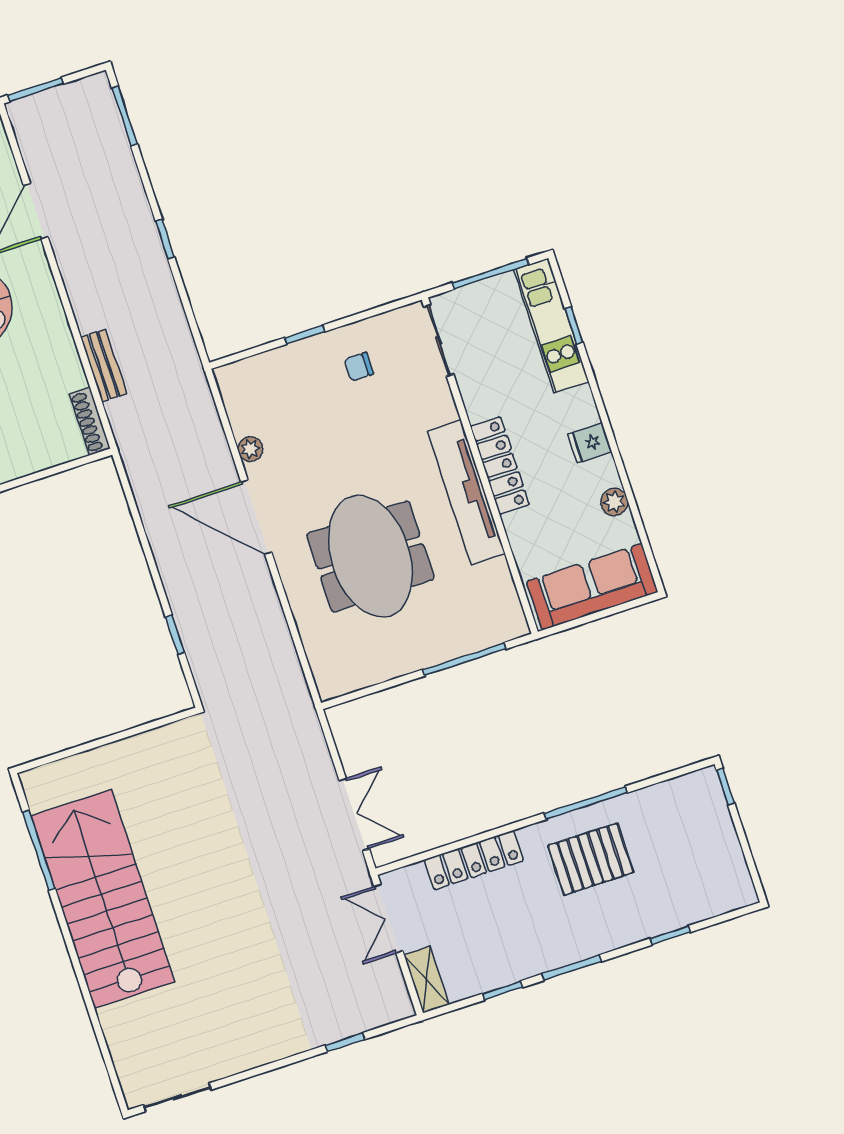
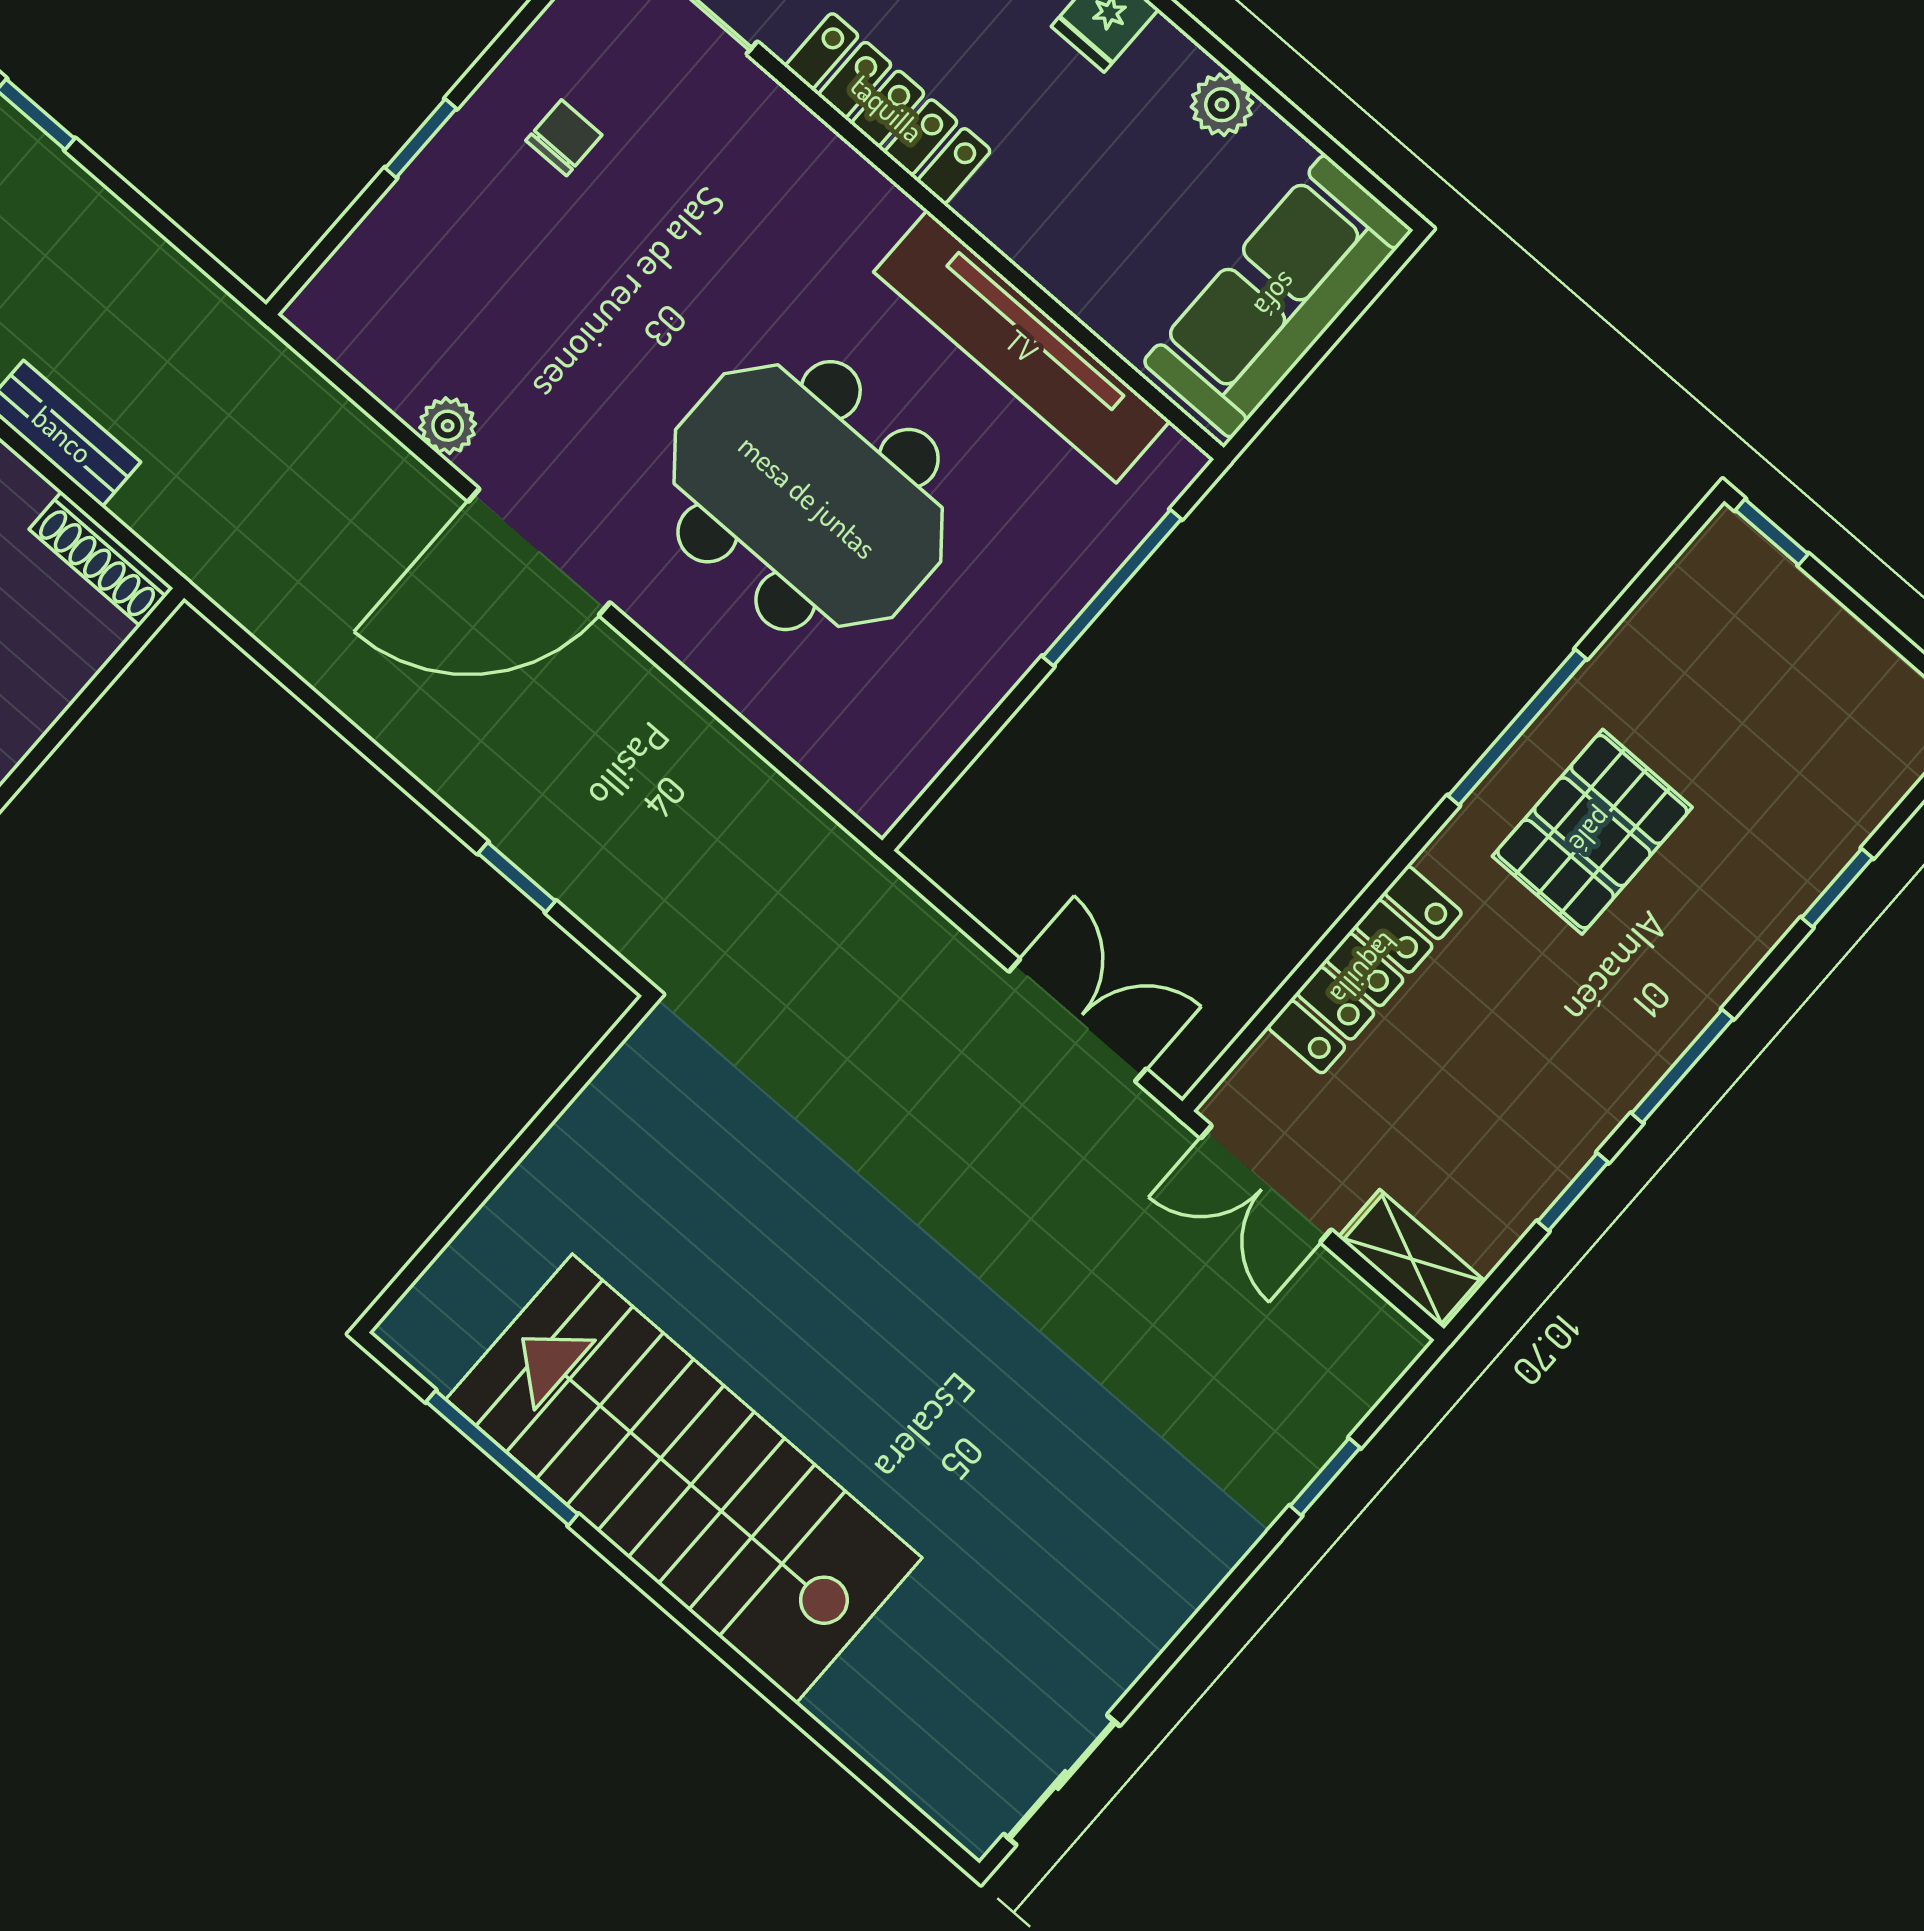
chair: (359, 367) -> (564, 138), turned 180
locker: (500, 466) -> (888, 108), moved
tv unit: (466, 492) -> (1022, 346), moved

